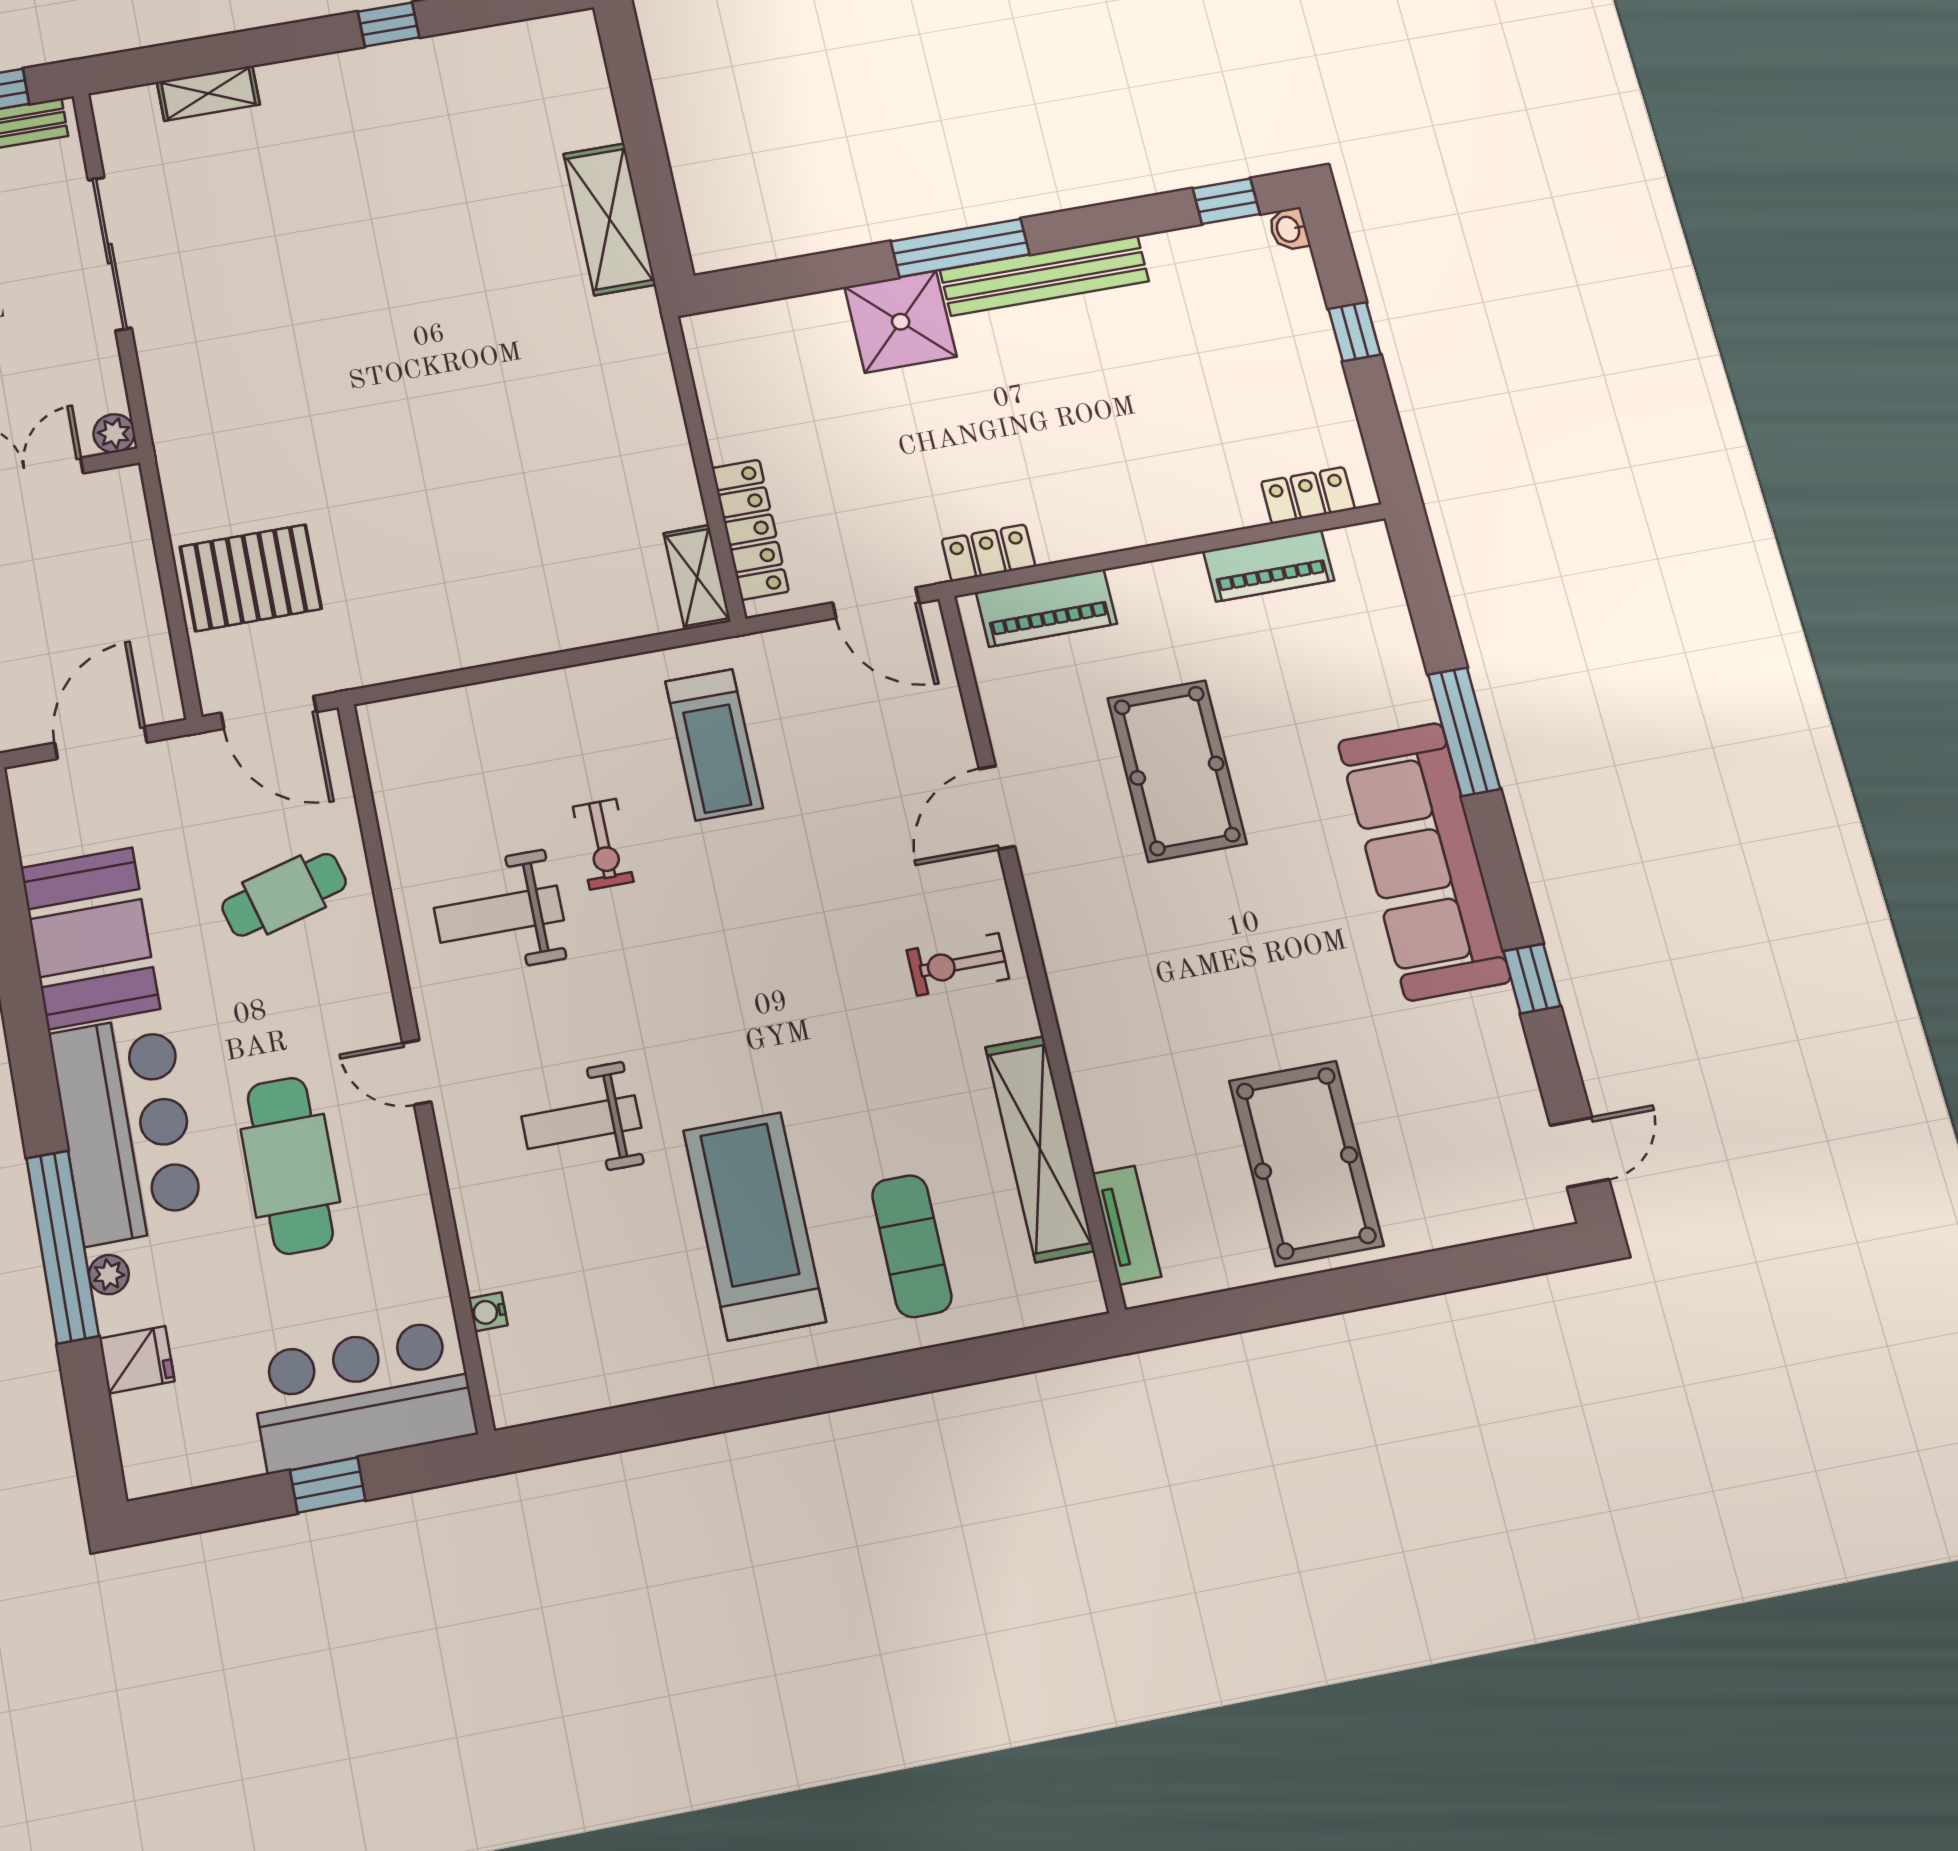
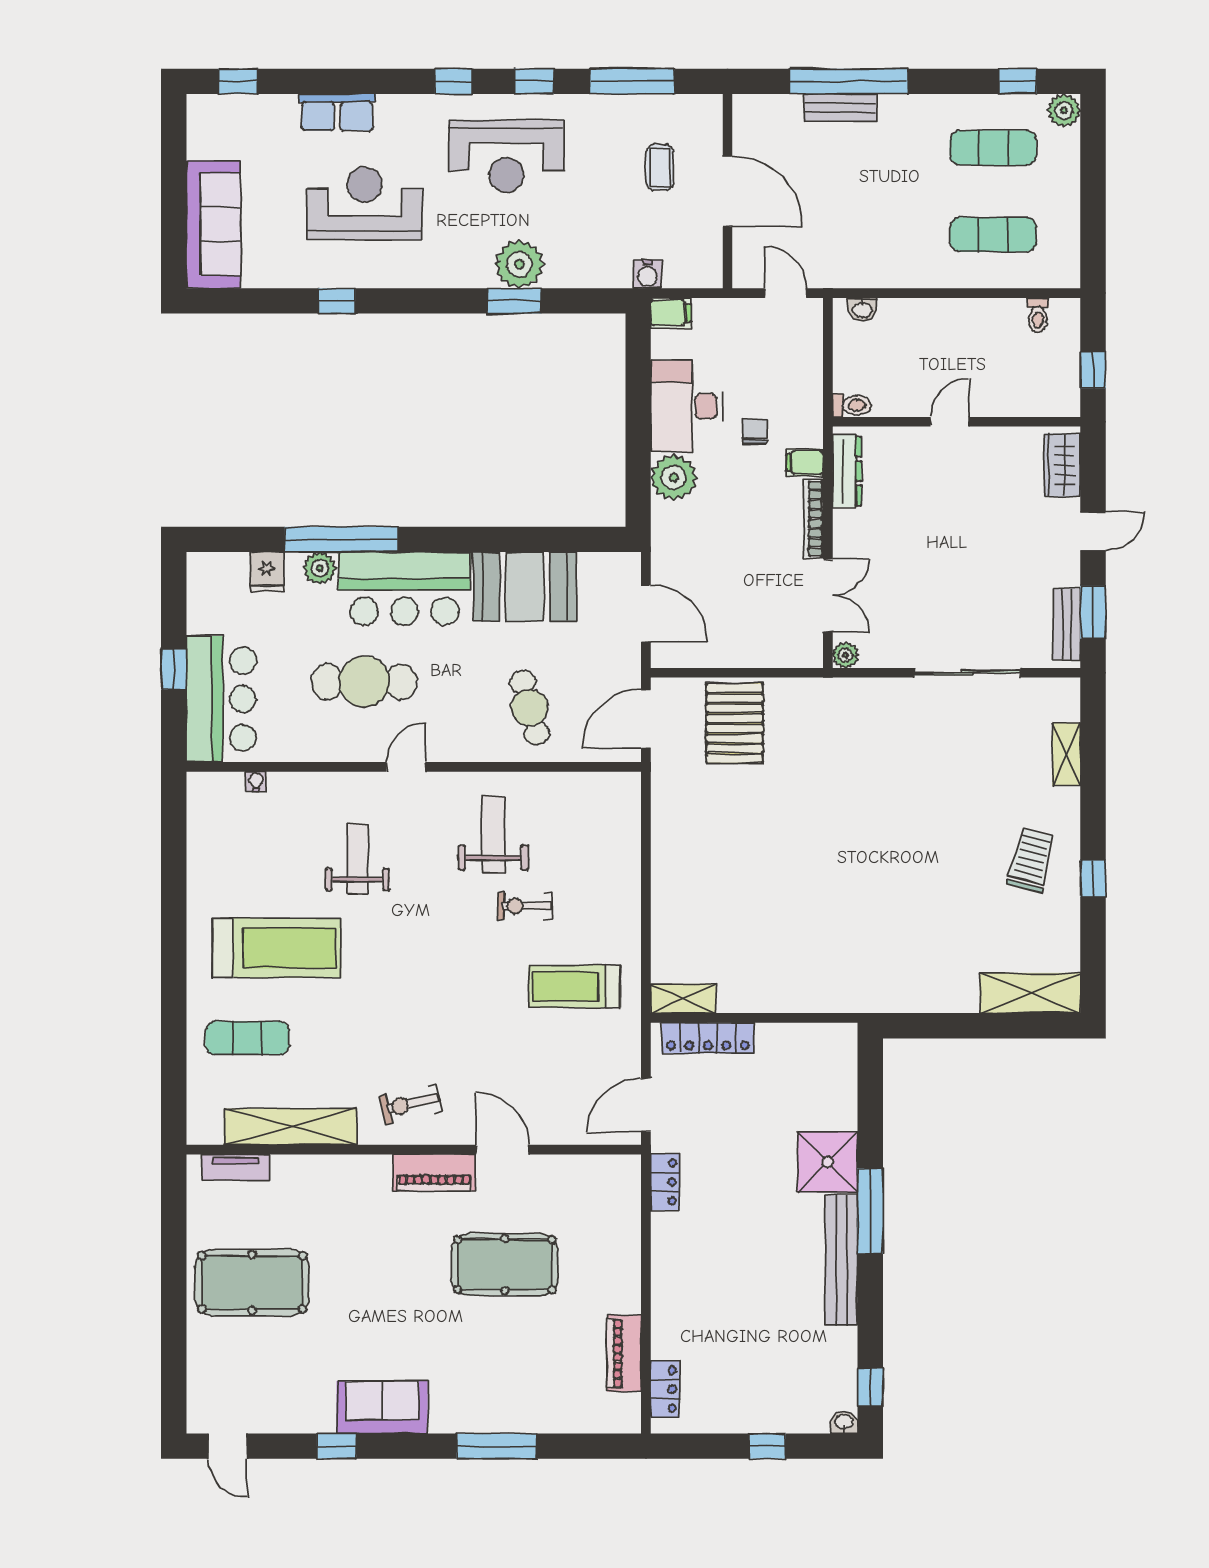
trolley: (379, 115) -> (1031, 860), added
shelving: (609, 219) -> (1030, 993), moved
piano: (1046, 608) -> (434, 1173), moved, turned -90
sofa: (1424, 861) -> (382, 1407), width x0.54, depth x0.79
exercise bike: (958, 964) -> (410, 1104), turned -103
plant: (109, 1275) -> (320, 568), width x1.38, depth x1.38

